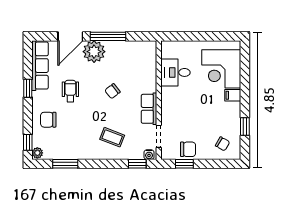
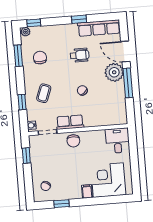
desk: (175, 72) -> (117, 141), moved
chair: (48, 120) -> (40, 58), moved
chair: (188, 149) -> (73, 141), moved
window: (137, 164) -> (22, 102), moved

